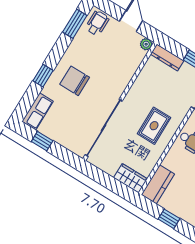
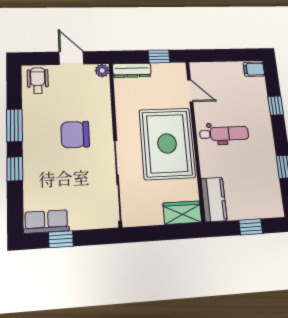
window: (75, 24) -> (14, 125), moved
chair: (75, 81) -> (75, 135), moved
row of seats: (38, 111) -> (46, 221), moved, turned -90
rug: (154, 126) -> (167, 143), width x1.86, depth x2.06

